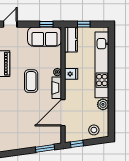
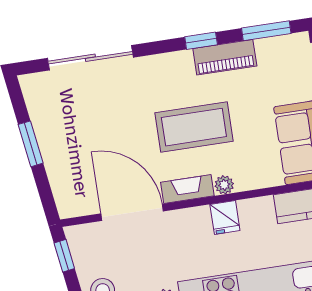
coffee table: (31, 81) -> (194, 127), width x1.36, depth x1.32
window: (45, 148) -> (31, 144), moved

